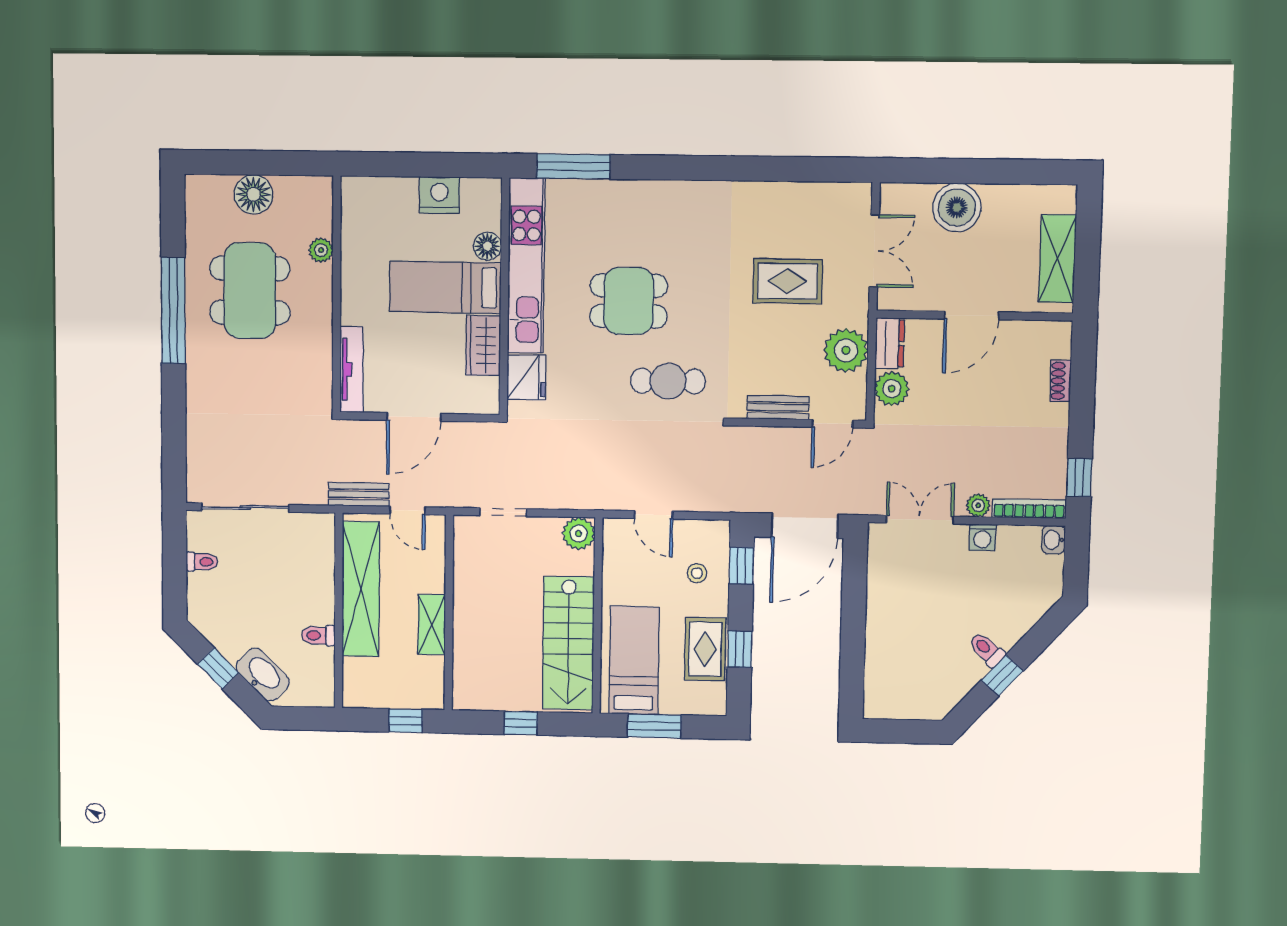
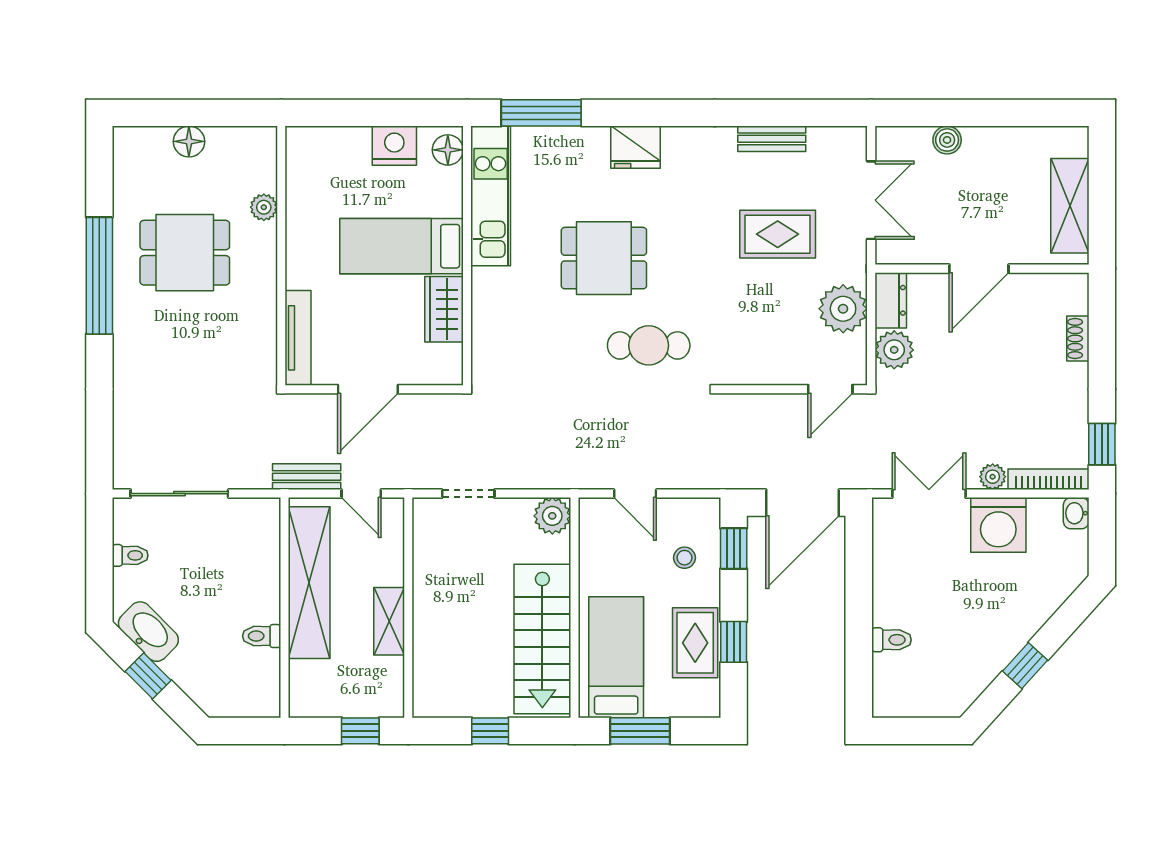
floor lamp: (253, 194) -> (189, 141), width x0.73, depth x0.73
boiler: (957, 208) -> (947, 140), width x0.54, depth x0.54
floor lamp: (487, 246) -> (448, 150), moved
kitchen unit: (526, 266) -> (491, 196), width x0.73
dining table: (250, 291) -> (185, 253), width x0.73
fridge: (526, 378) -> (635, 147), moved, turned 90
bench: (778, 407) -> (772, 139), moved
washing machine: (982, 537) -> (998, 525), width x1.89, depth x1.89
toilet: (987, 650) -> (892, 640), moved, turned 138
washbasin: (263, 675) -> (148, 632), moved

